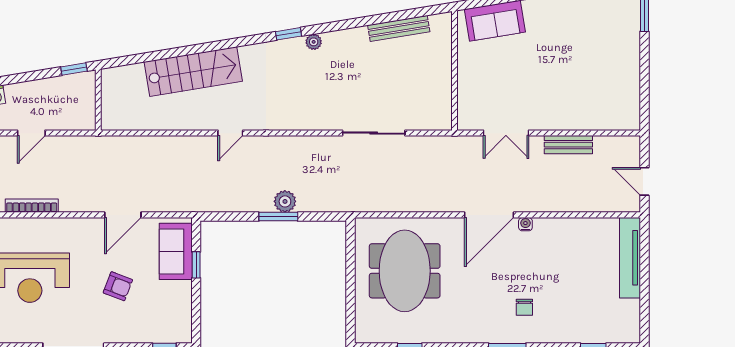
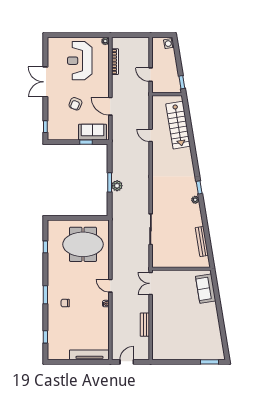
stairs: (193, 72) -> (178, 125), moved
door: (31, 133) -> (151, 75), moved
door: (230, 133) -> (151, 135), moved
double door: (506, 133) -> (151, 283), moved
door: (489, 215) -> (110, 286), width x0.53

